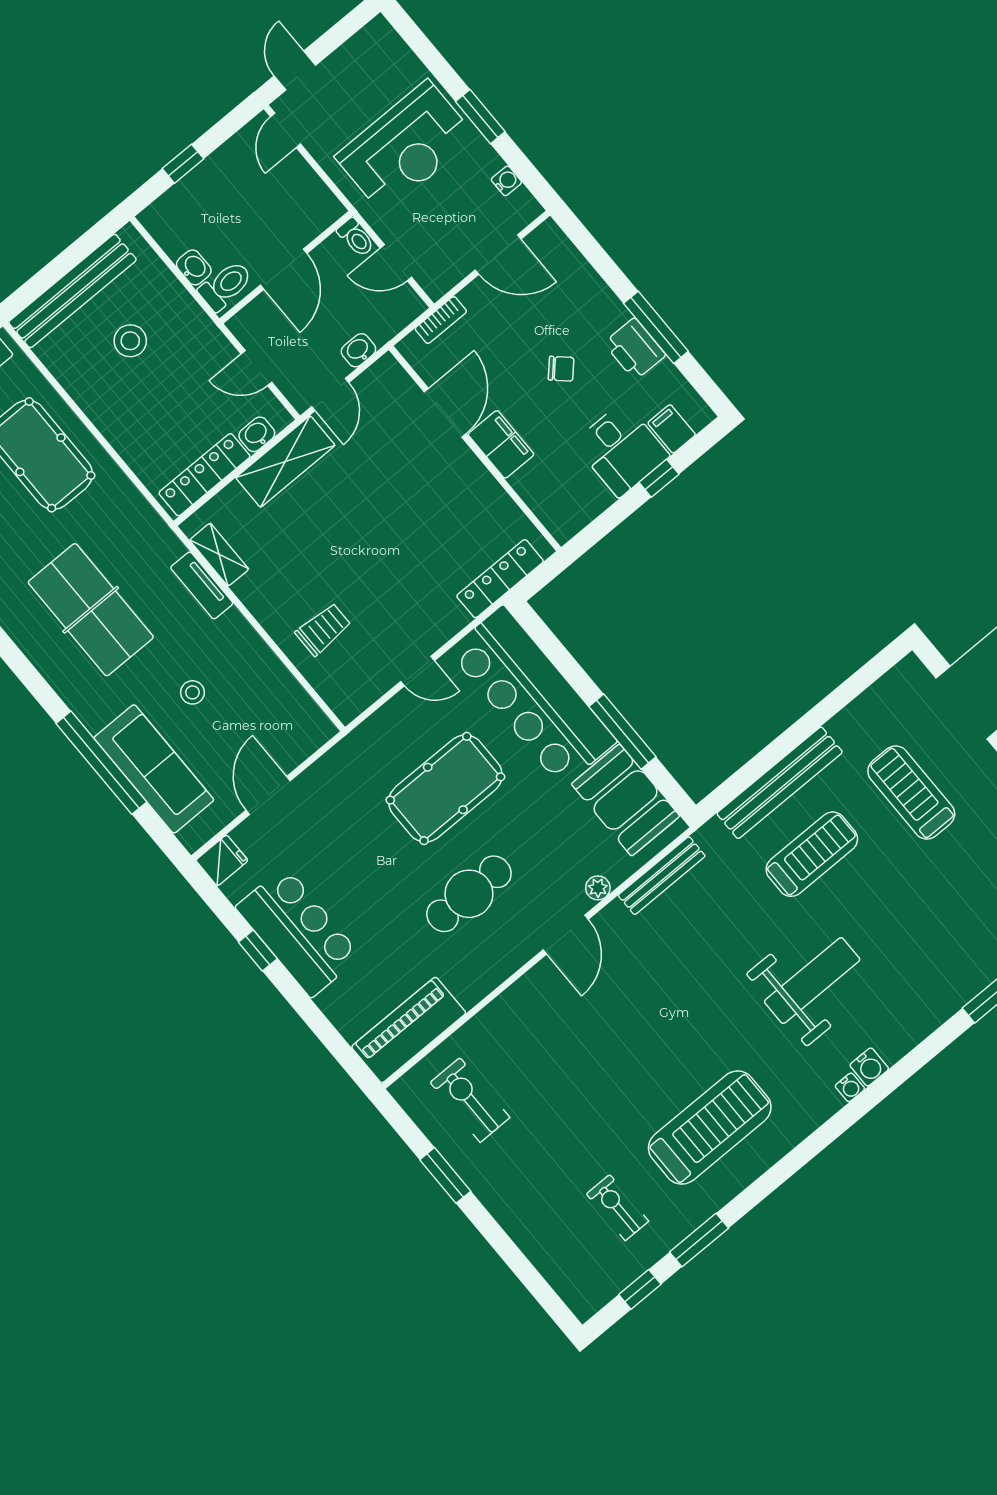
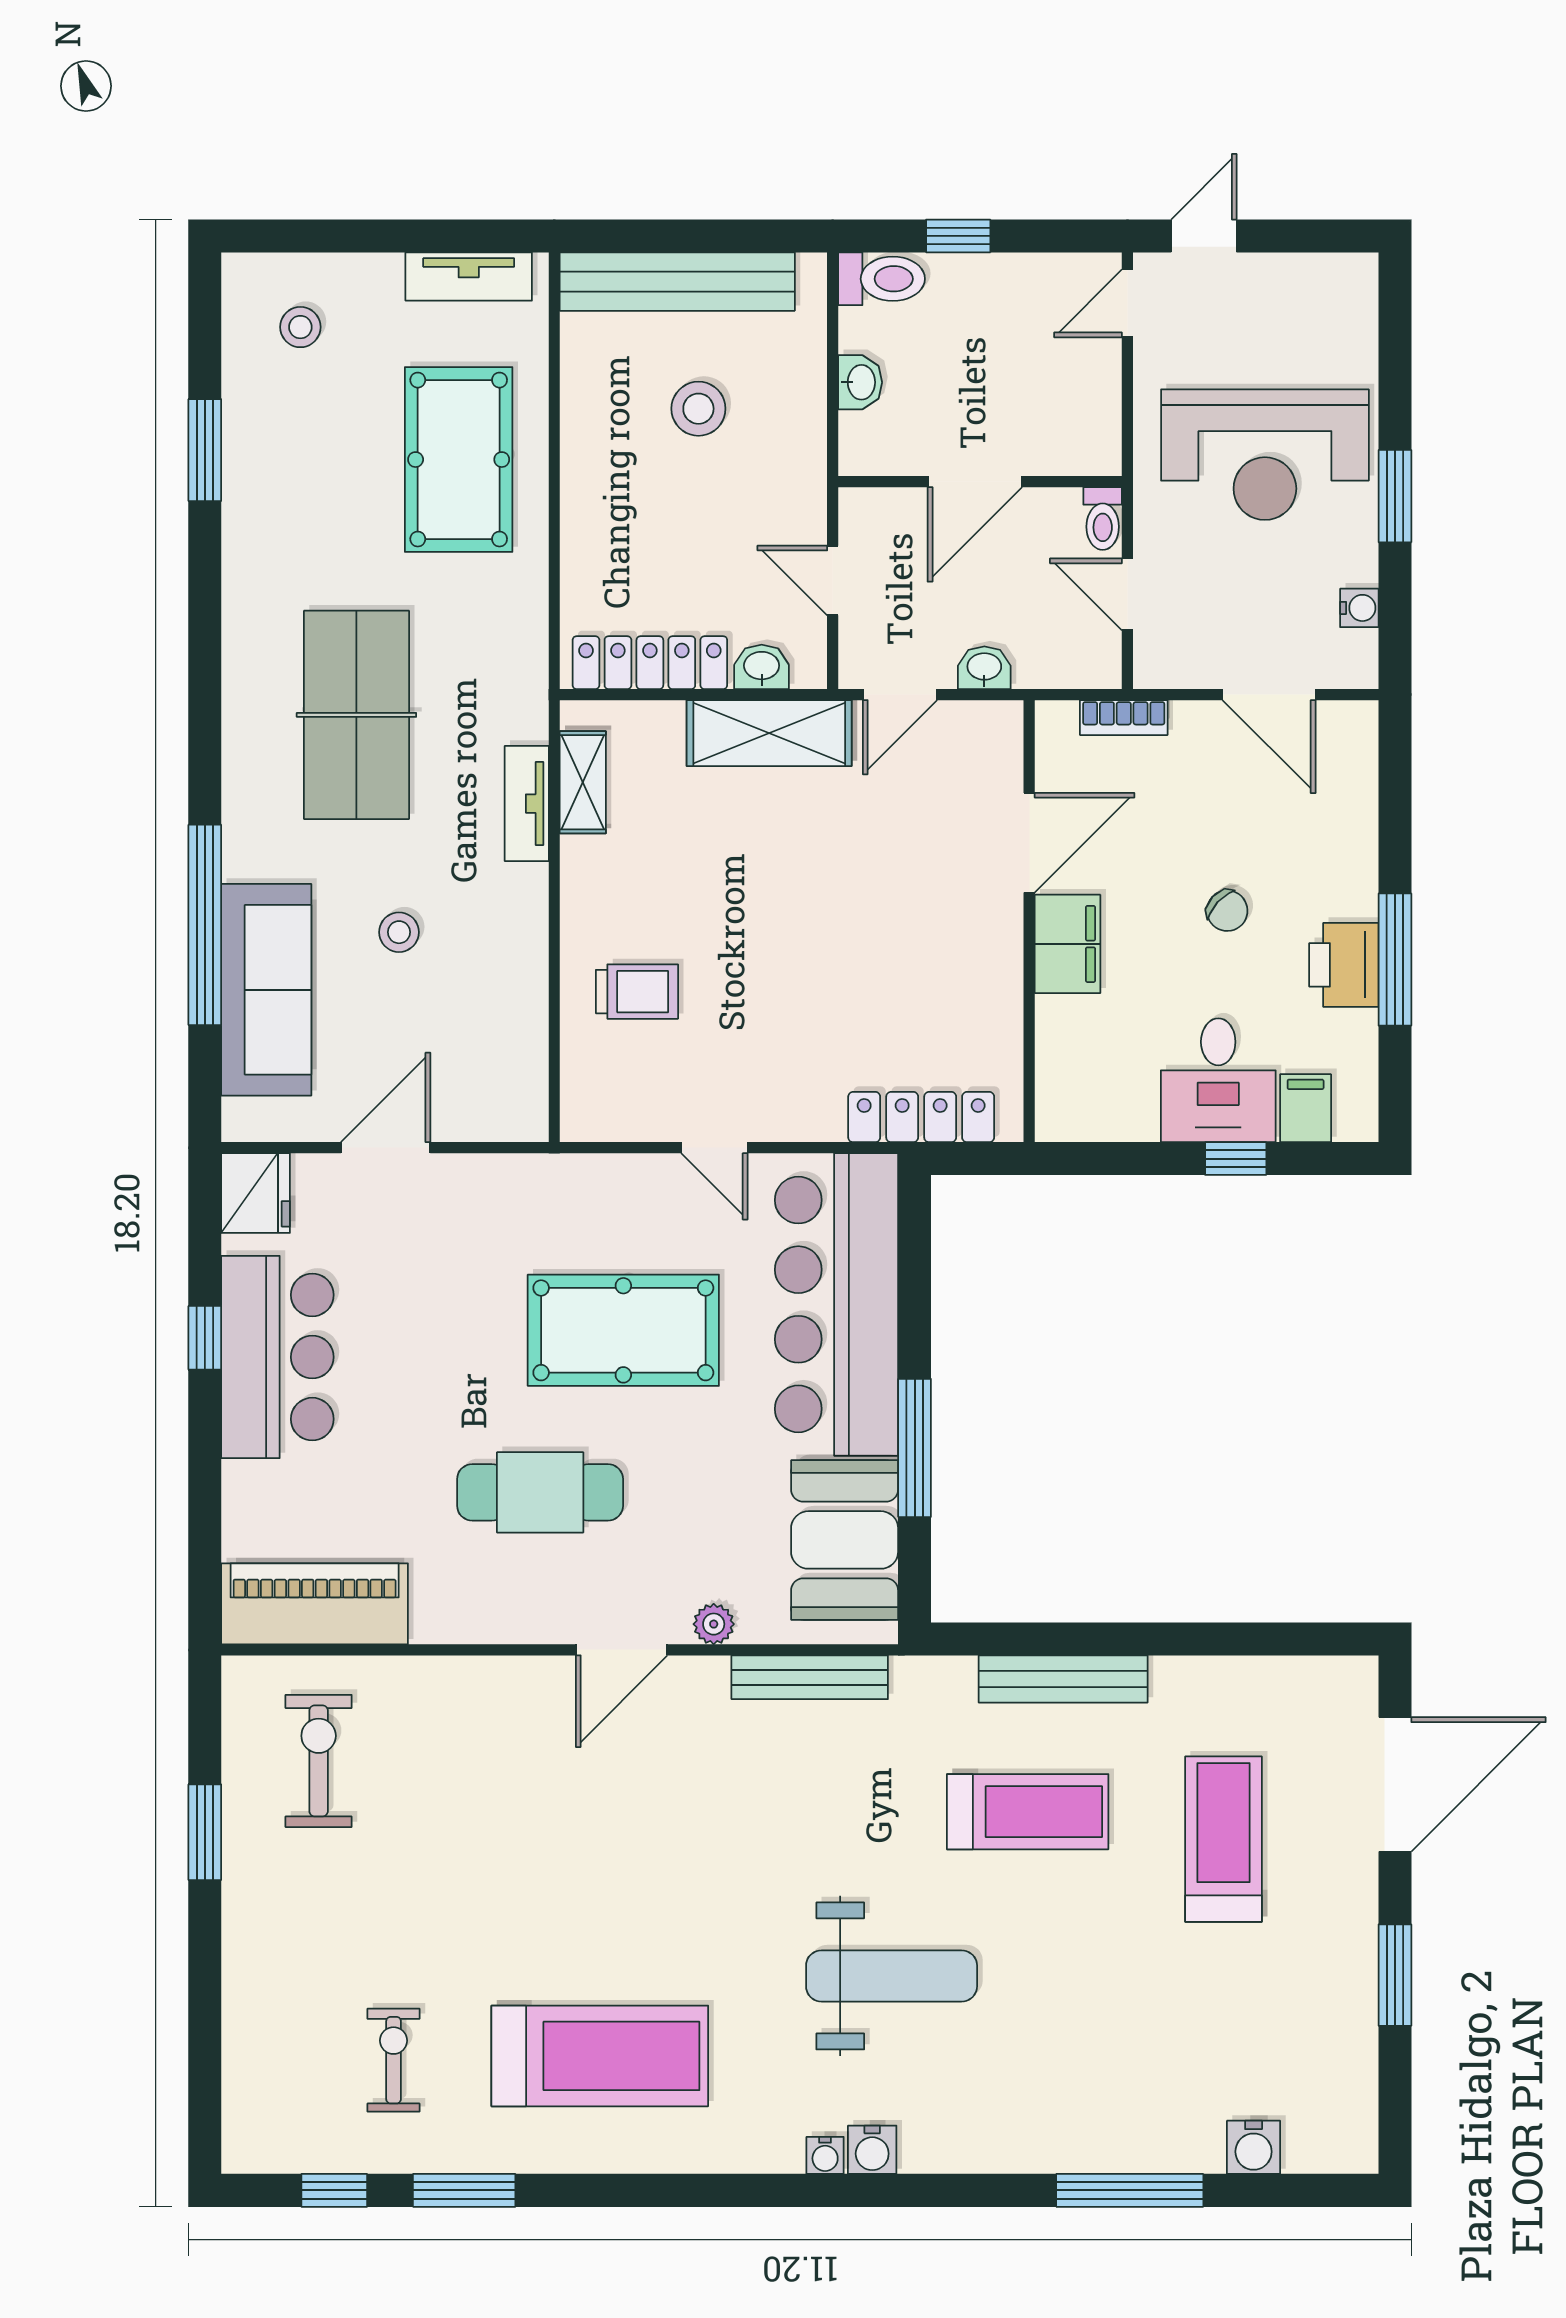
toilet: (226, 286) -> (882, 279), moved
bench: (780, 783) -> (1063, 1679), width x0.73, depth x0.82
fridge: (222, 860) -> (256, 1193), width x1.38

